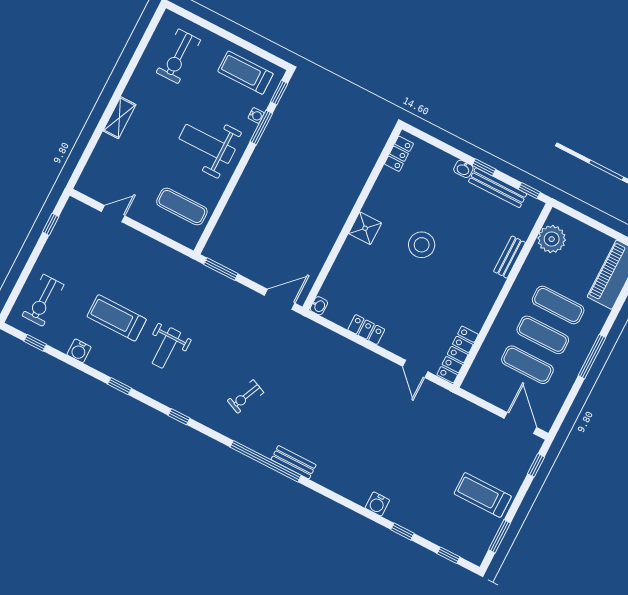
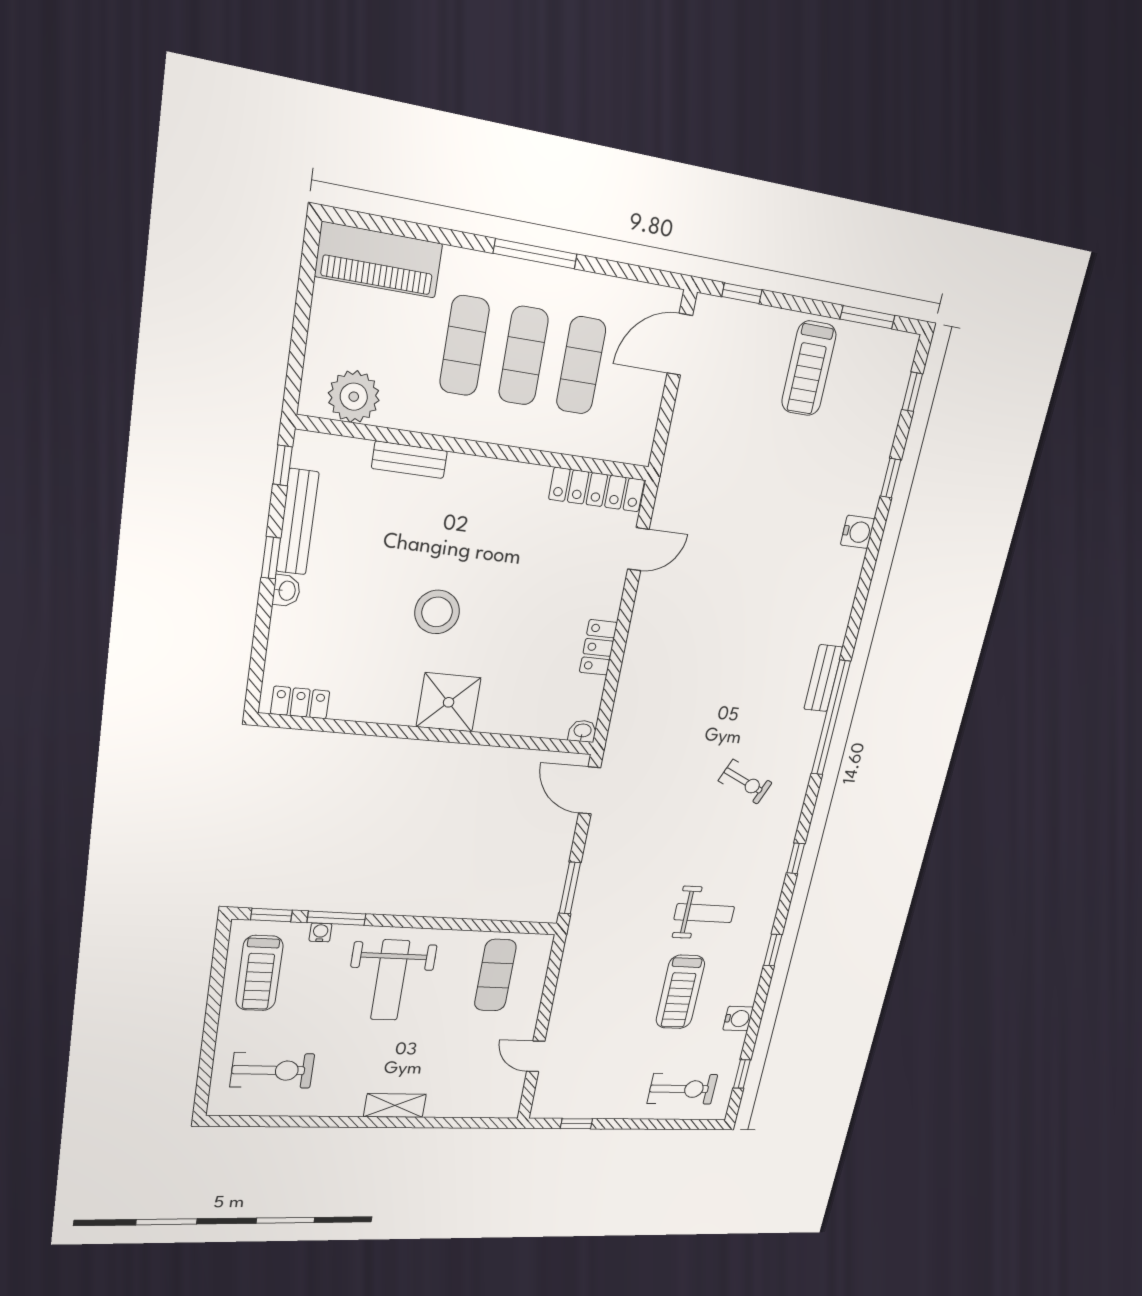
shower: (365, 228) -> (449, 702), width x1.36, depth x1.36

